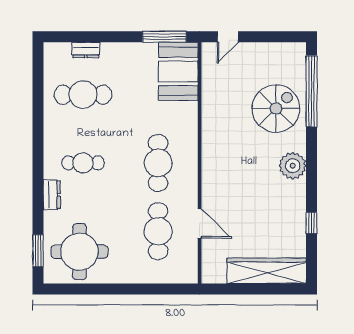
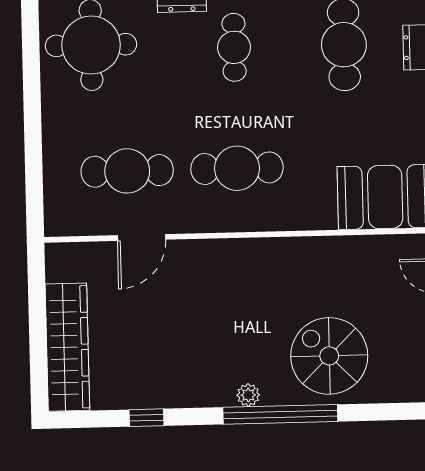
window: (312, 91) -> (280, 414), moved
spiral stairs: (276, 108) -> (329, 356), turned 180
plant: (293, 166) -> (248, 395), width x0.53, depth x0.53

